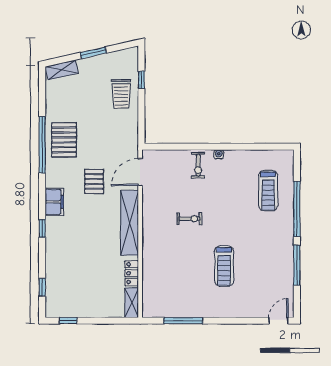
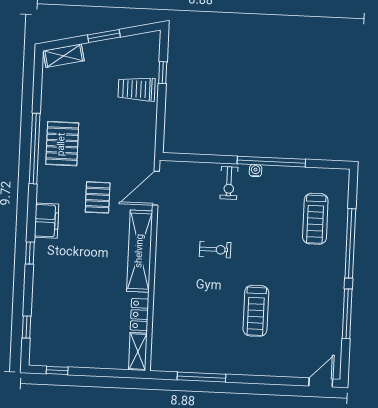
trolley: (121, 94) -> (137, 89), turned 90
window: (231, 147) -> (271, 162), added

